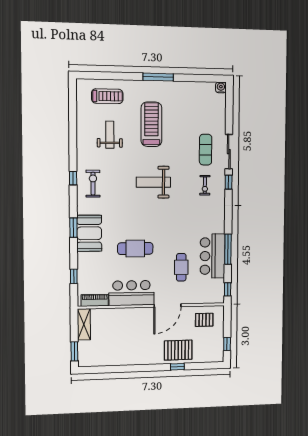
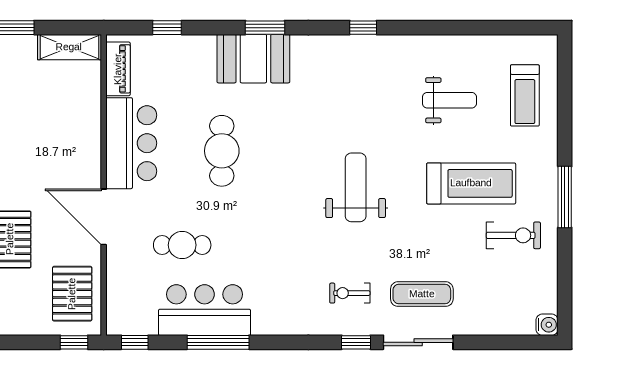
exercise bike: (93, 184) -> (513, 235), moved
pallet: (204, 320) -> (72, 294), width x1.50, depth x1.42
window: (227, 344) -> (74, 342), moved

